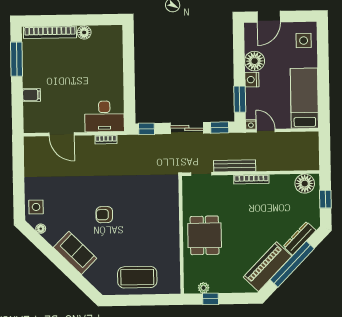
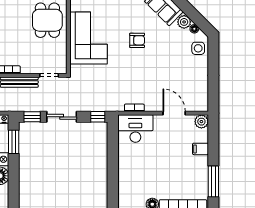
plant: (31, 125) -> (201, 122), added
corner sofa: (158, 216) -> (88, 38), added
plant: (52, 236) -> (184, 22), added

